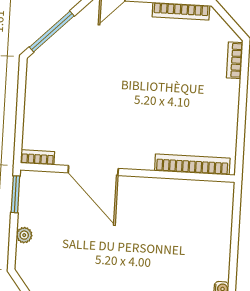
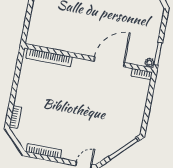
door: (93, 171) -> (109, 62), hinge flipped
plant: (24, 235) -> (149, 63), moved

